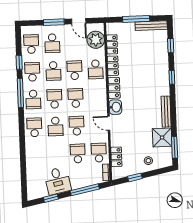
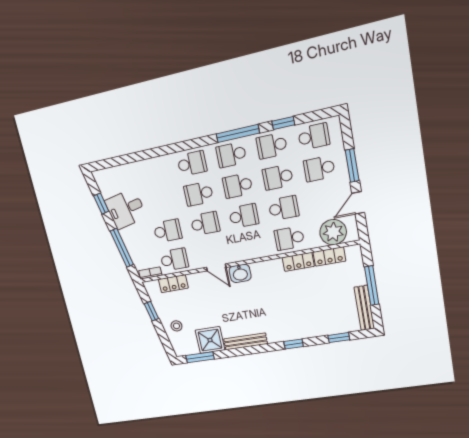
school desk: (32, 72) -> (272, 146), turned 180
locker: (114, 88) -> (267, 268), removed
school desk: (54, 99) -> (238, 186), turned 180
door: (109, 123) -> (216, 267), swing flipped

